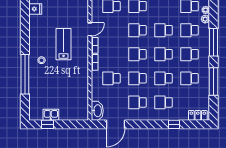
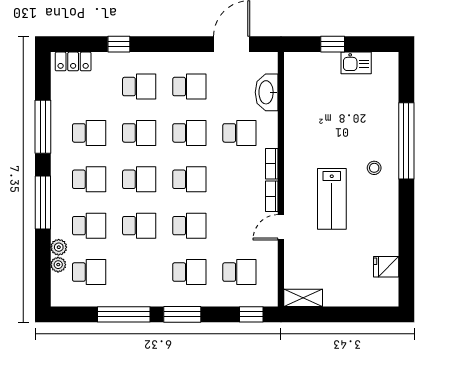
washbasin: (97, 111) -> (267, 92), moved
window: (48, 124) -> (333, 44), moved

